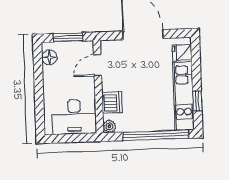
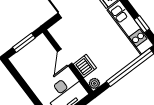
floor lamp: (49, 57) -> (21, 65), removed
door: (98, 65) -> (65, 58), moved

